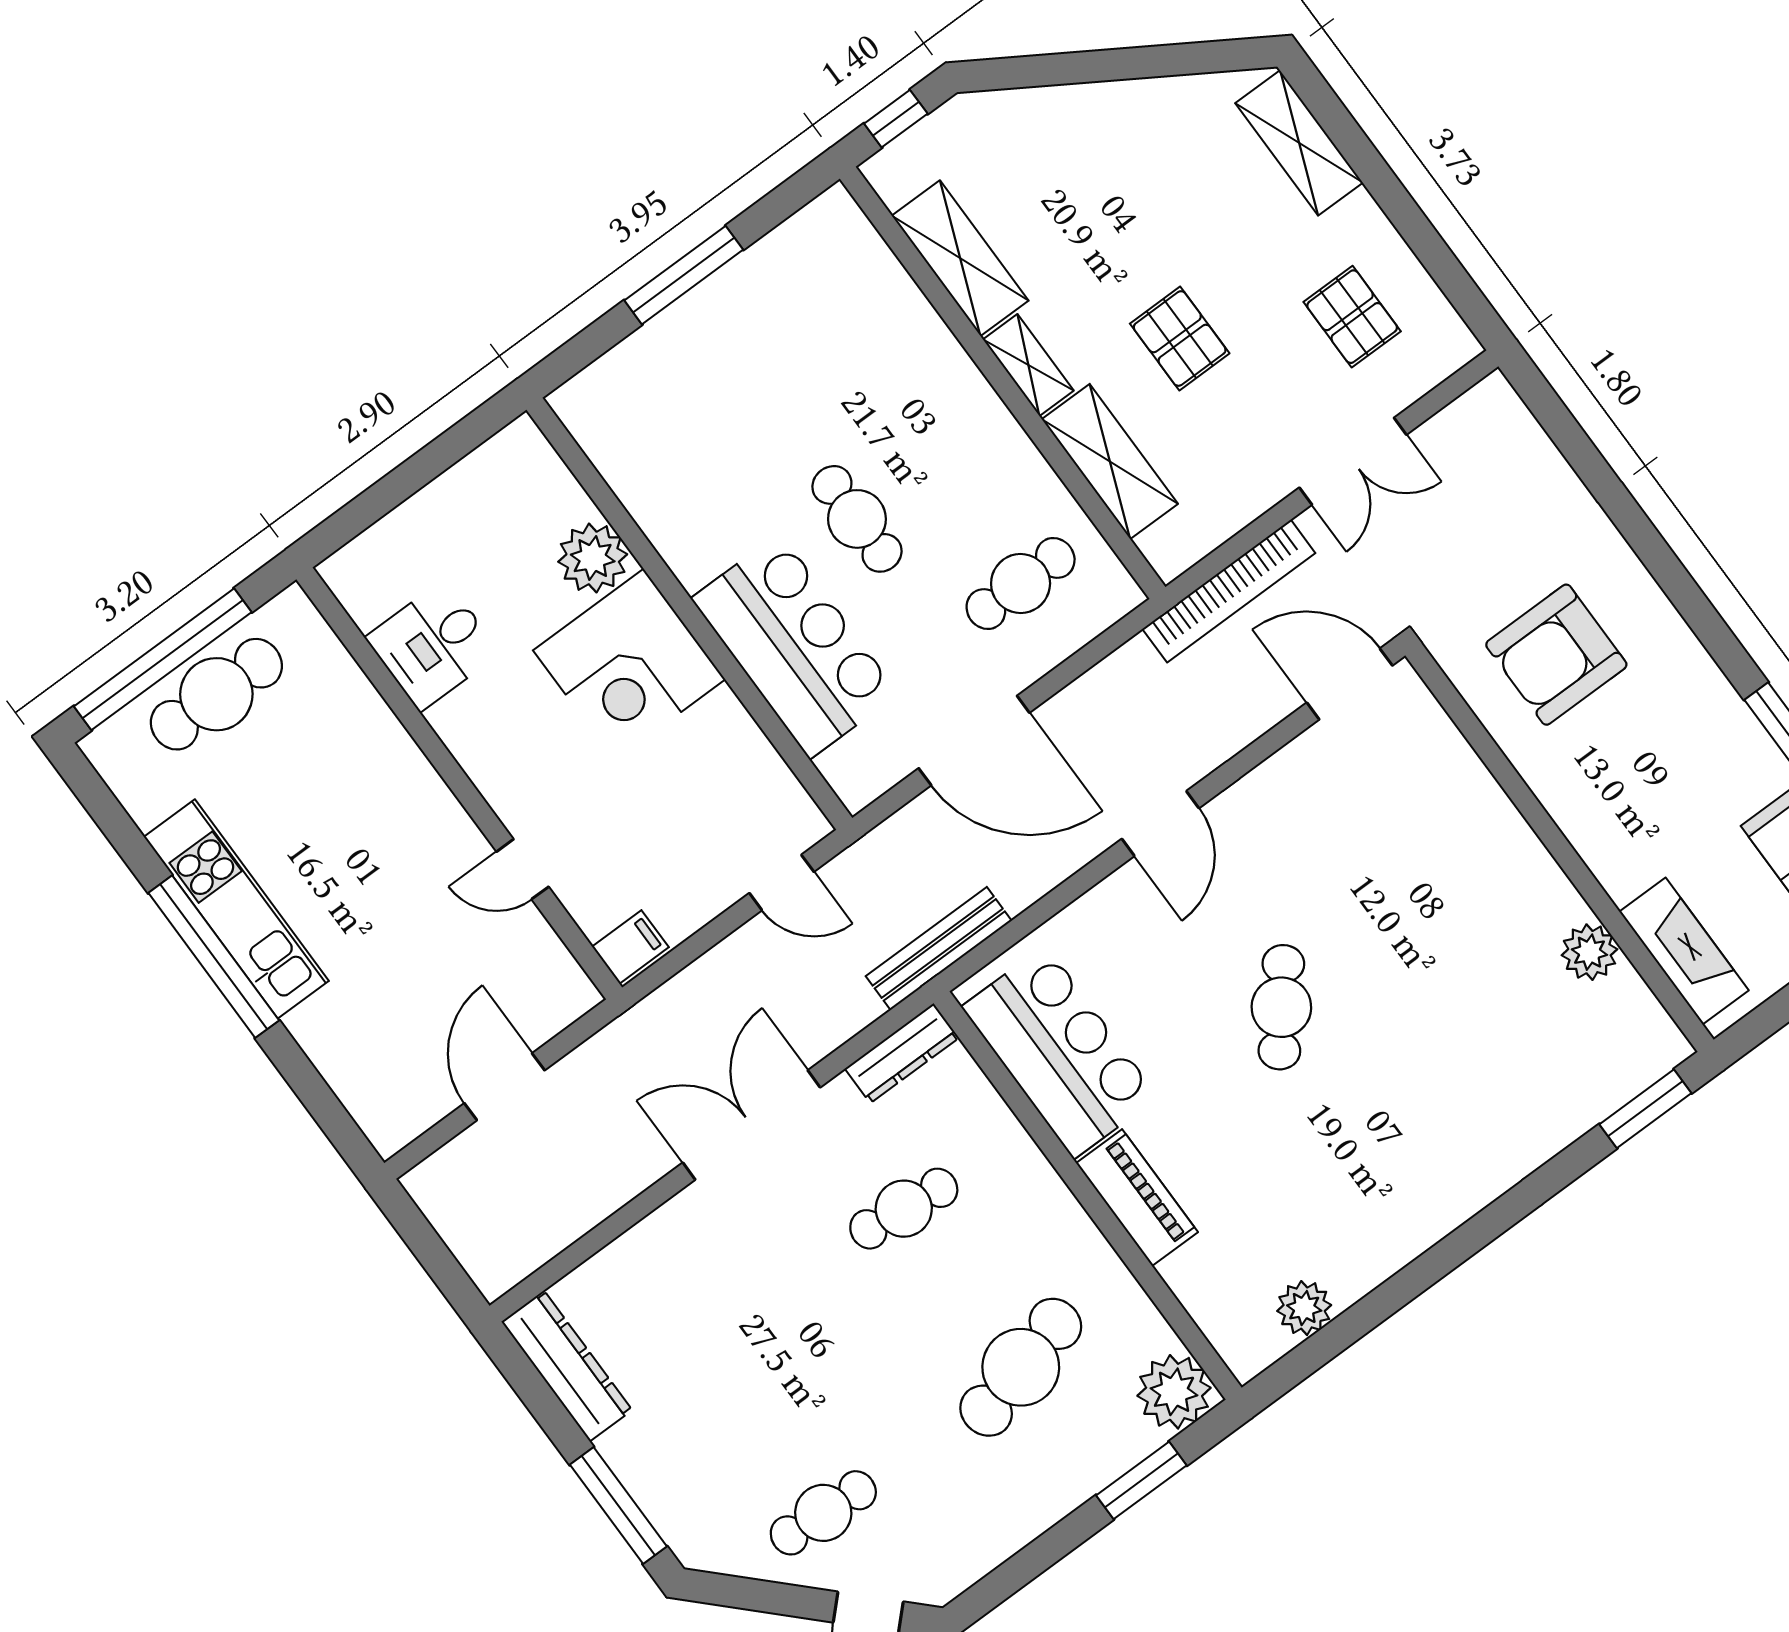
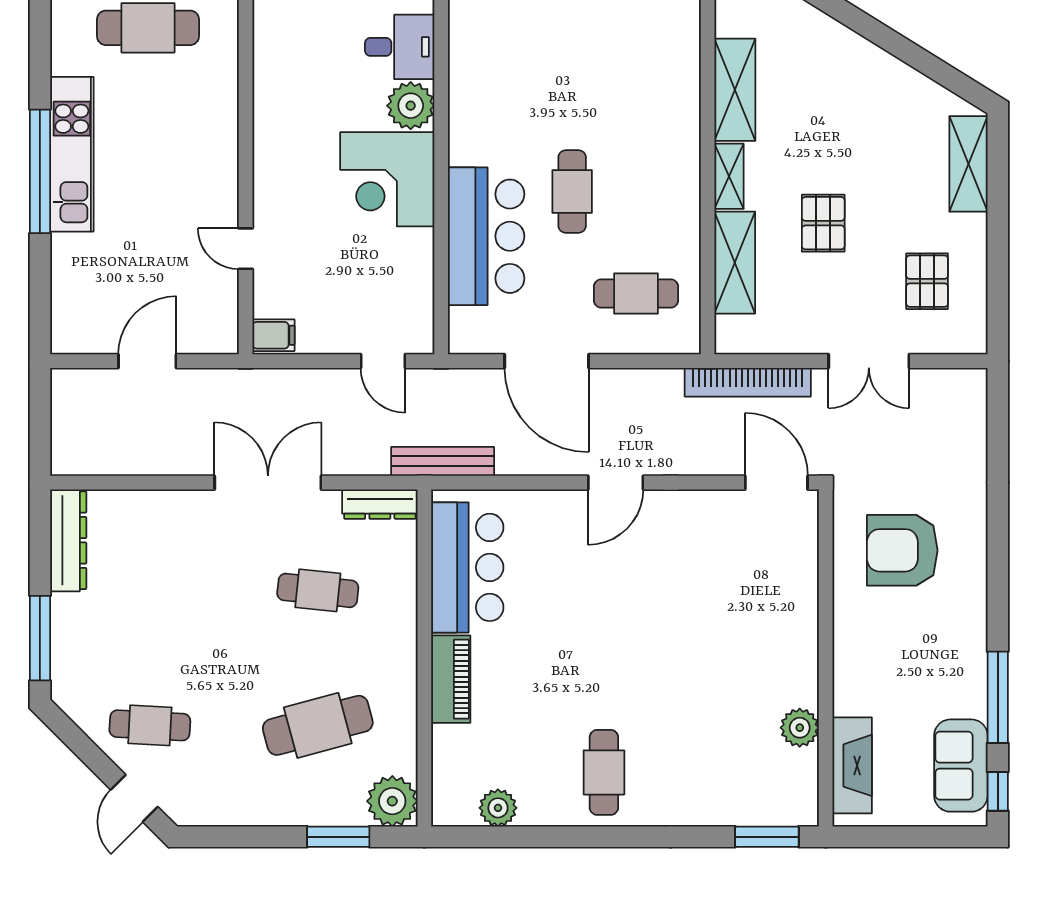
desk: (433, 645) -> (400, 47), moved, turned 180
cafe table: (1281, 1007) -> (604, 772), moved, turned -39

